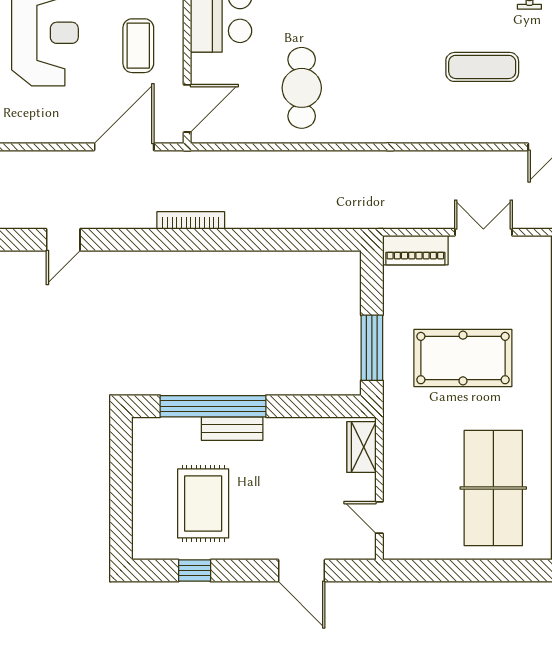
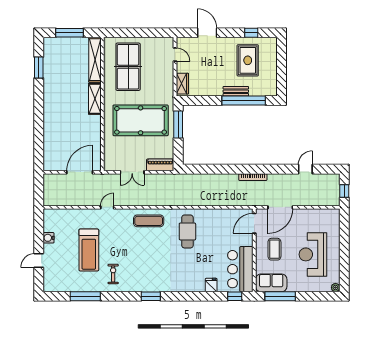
exercise mat: (482, 67) -> (149, 221), moved
cafe table: (302, 88) -> (187, 231), moved
pool table: (463, 358) -> (141, 120), width x1.36, depth x1.32

